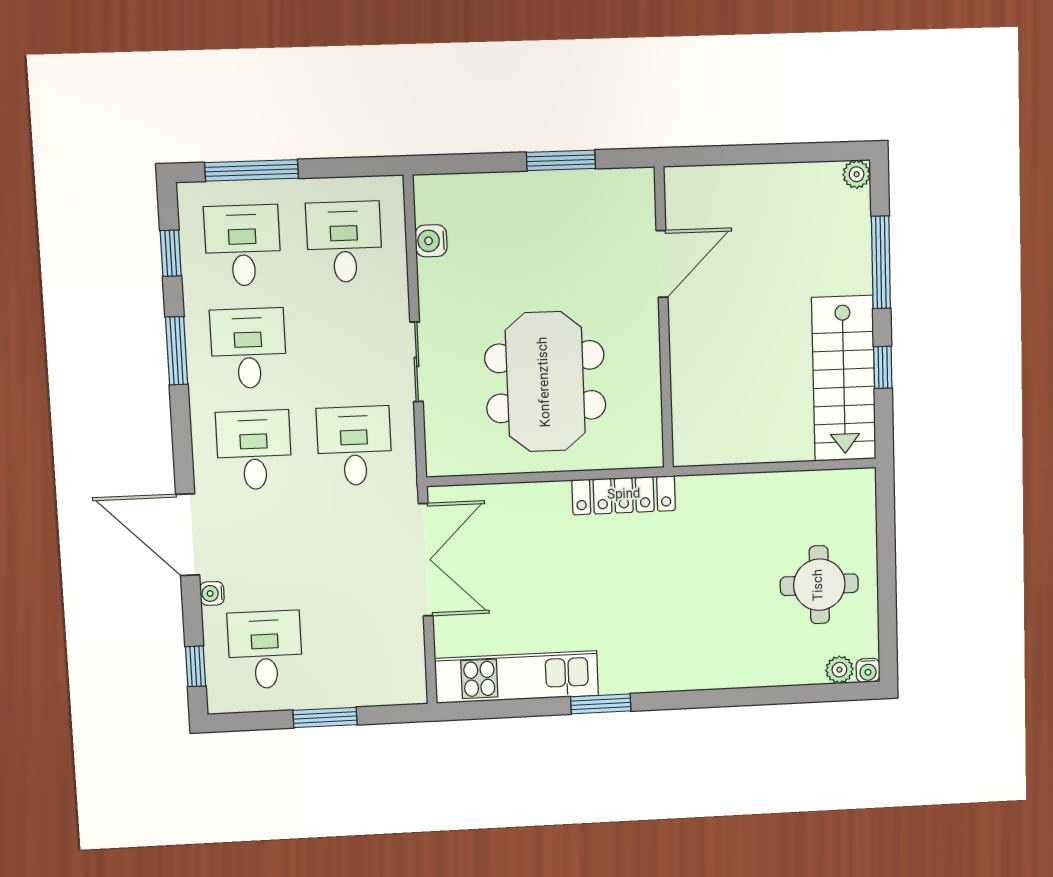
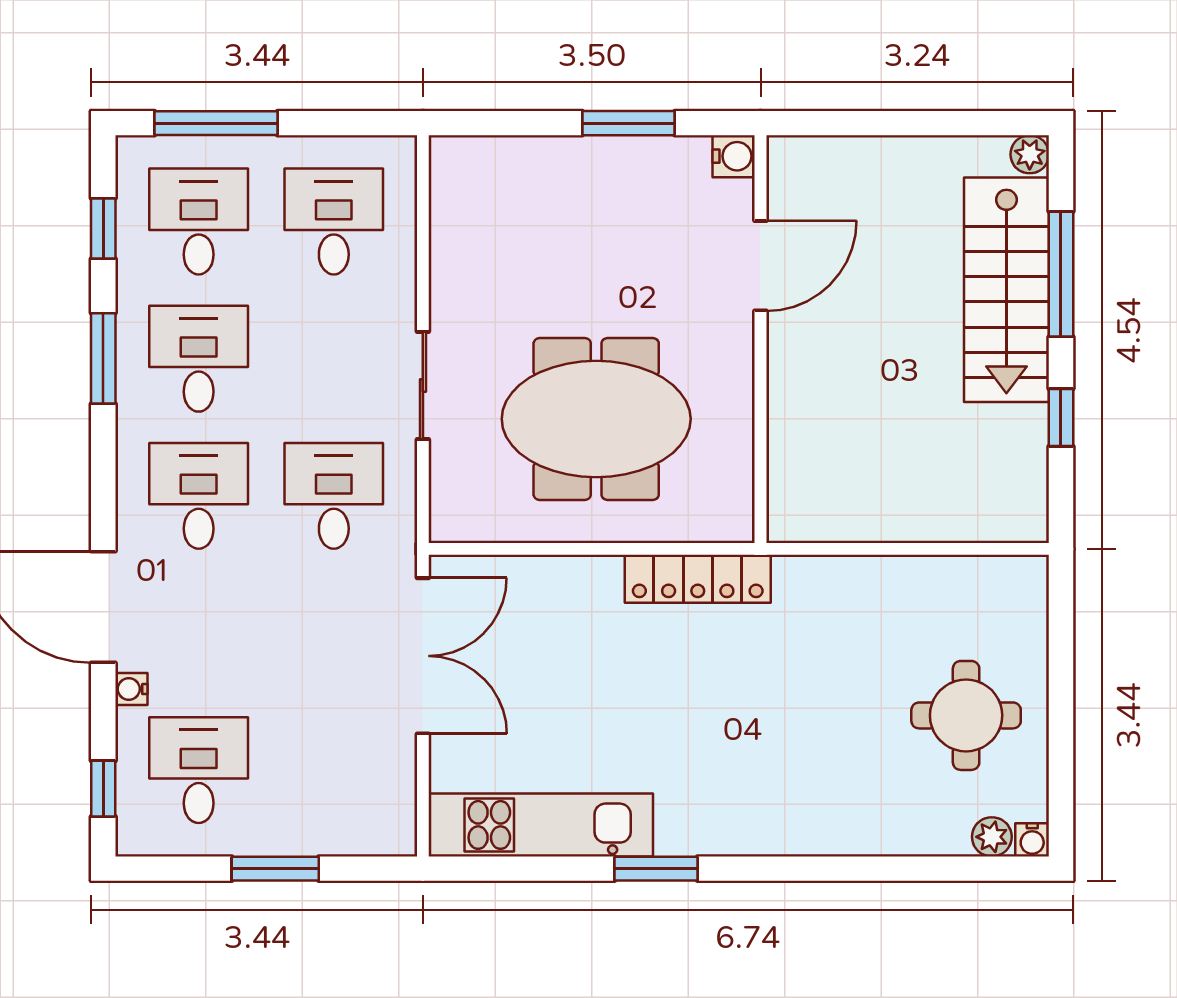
water cooler: (431, 241) -> (734, 156), moved, turned 180
stairs: (844, 378) -> (1006, 290), moved
meeting table: (545, 382) -> (596, 419), turned 90

